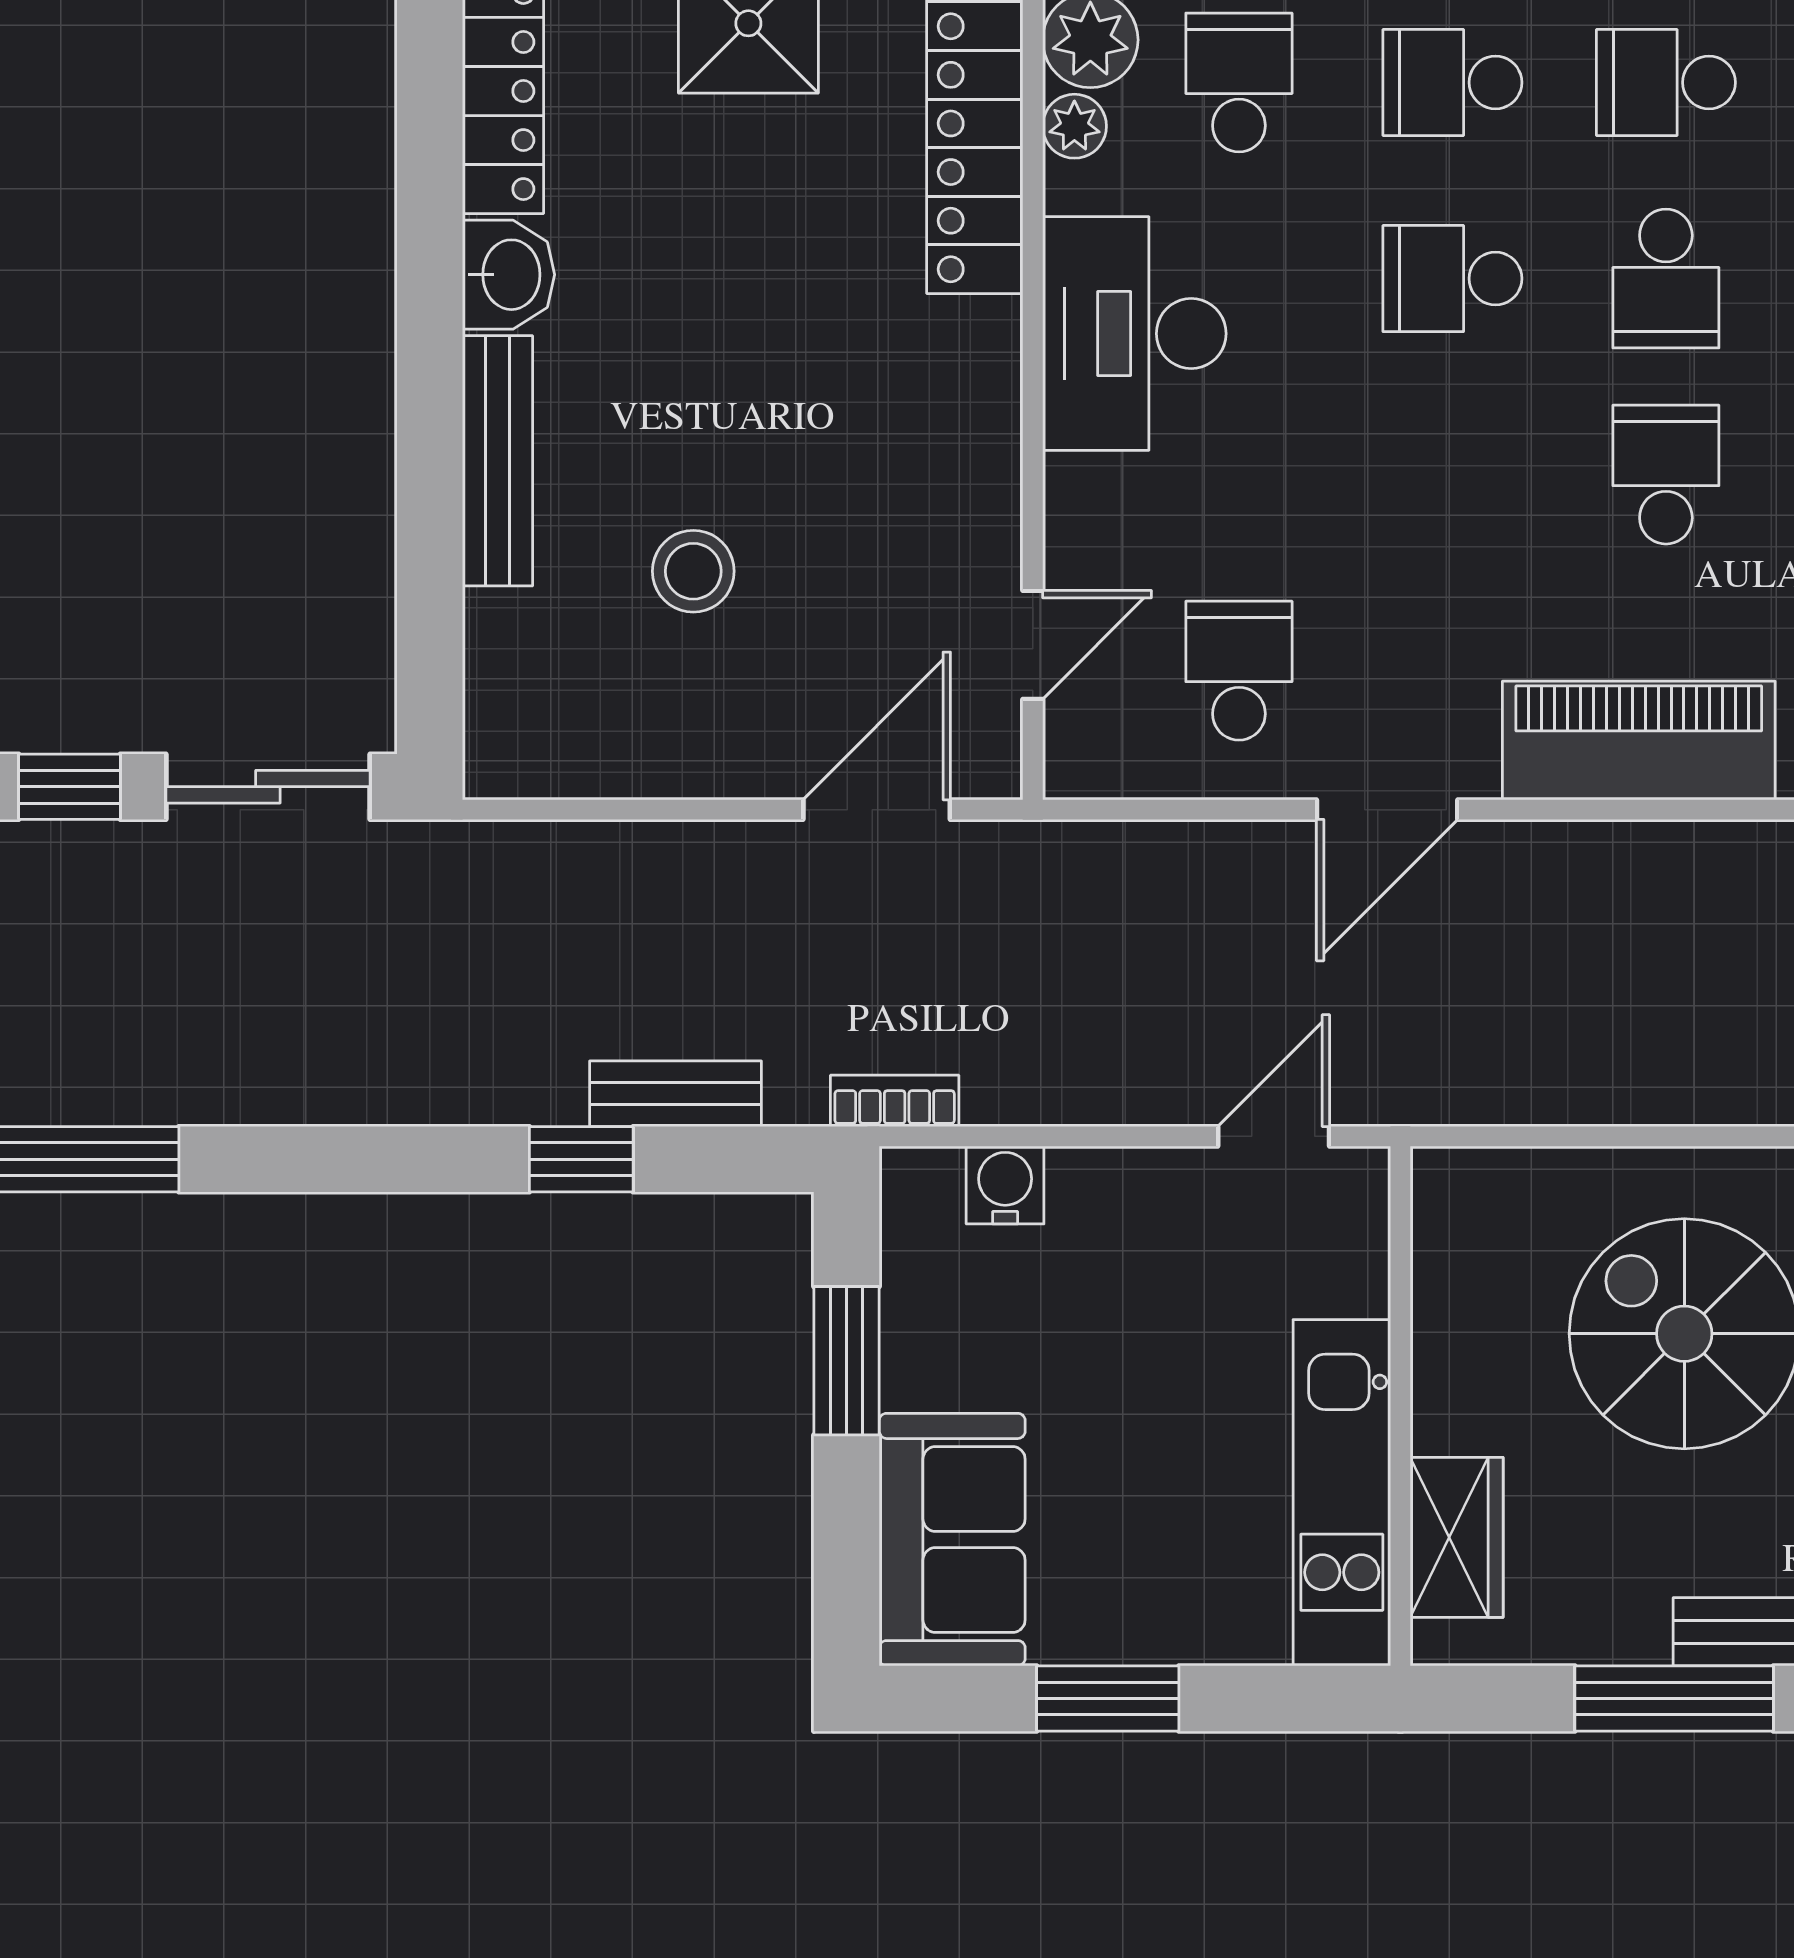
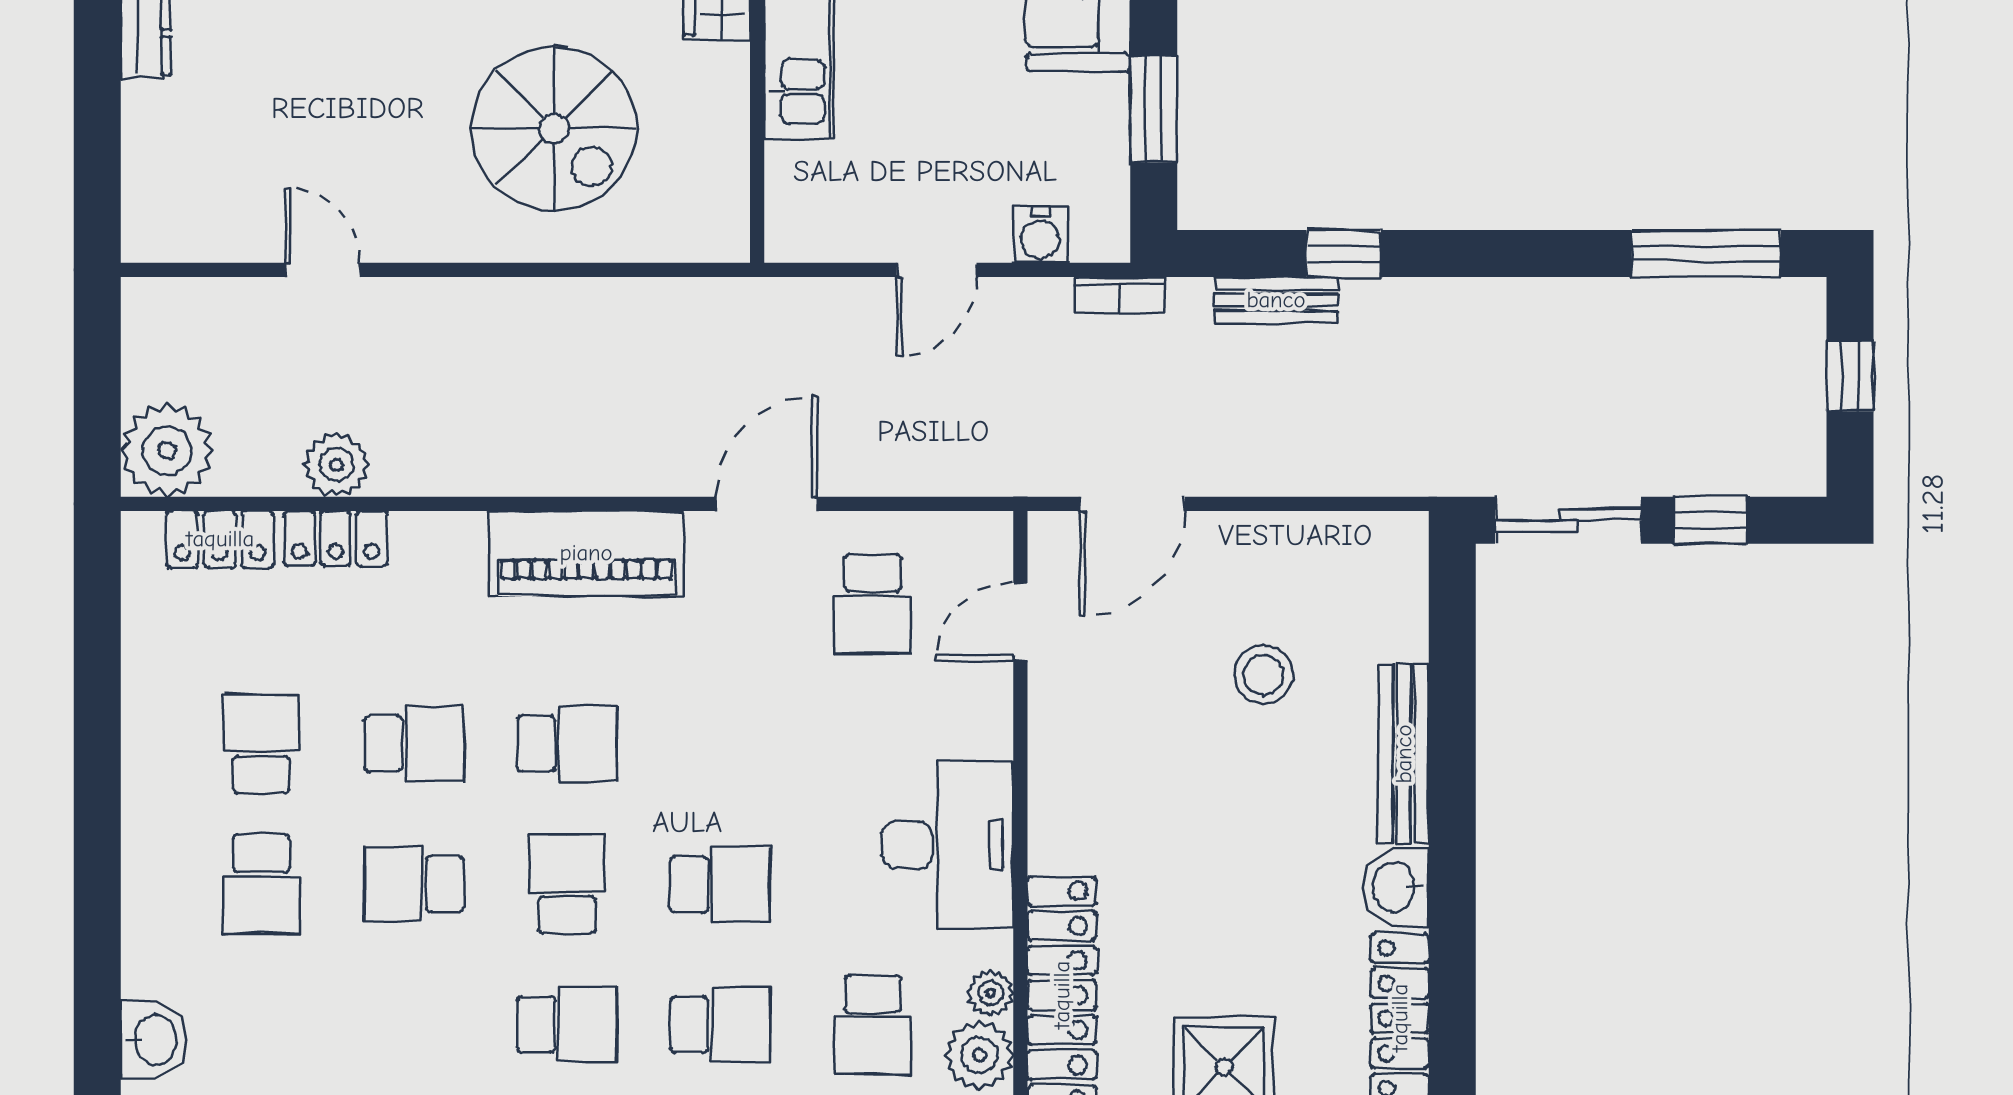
school desk: (1666, 475) -> (567, 744), turned -90
door: (1274, 1136) -> (937, 270), moved

